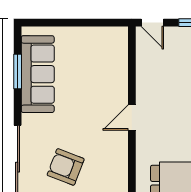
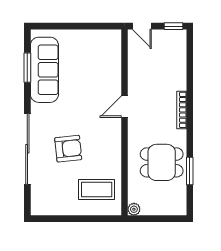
armchair: (66, 167) -> (68, 149), turned 153

